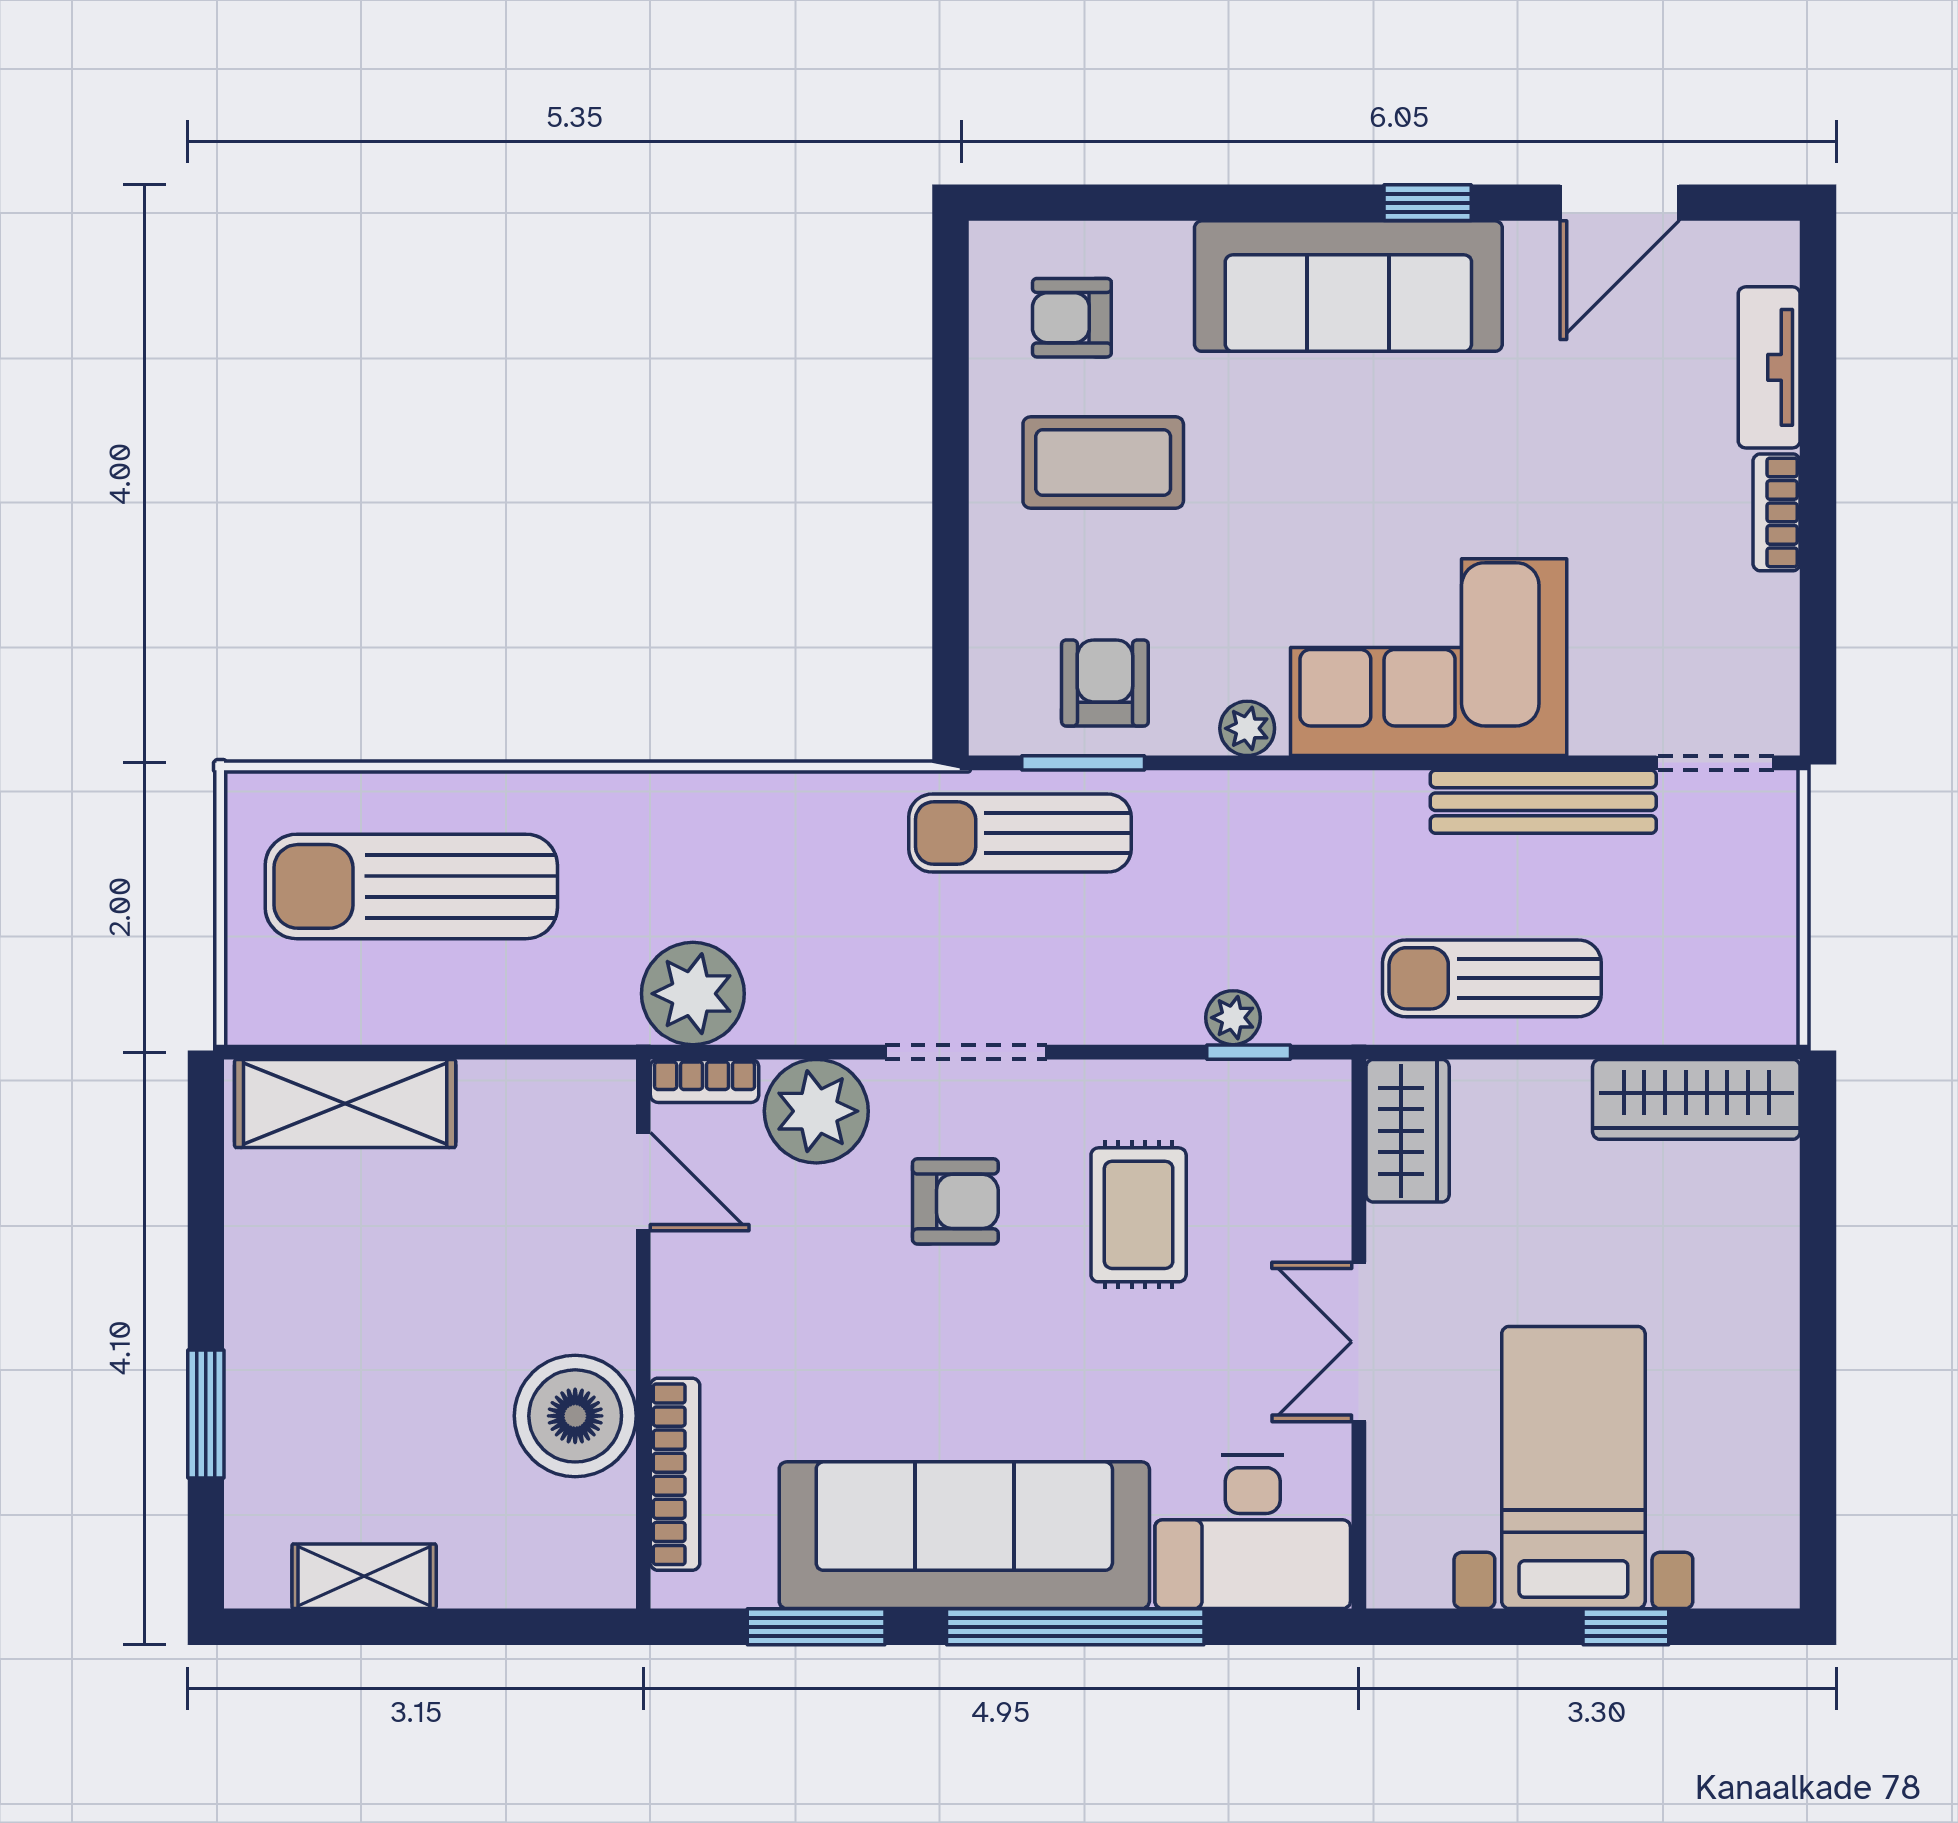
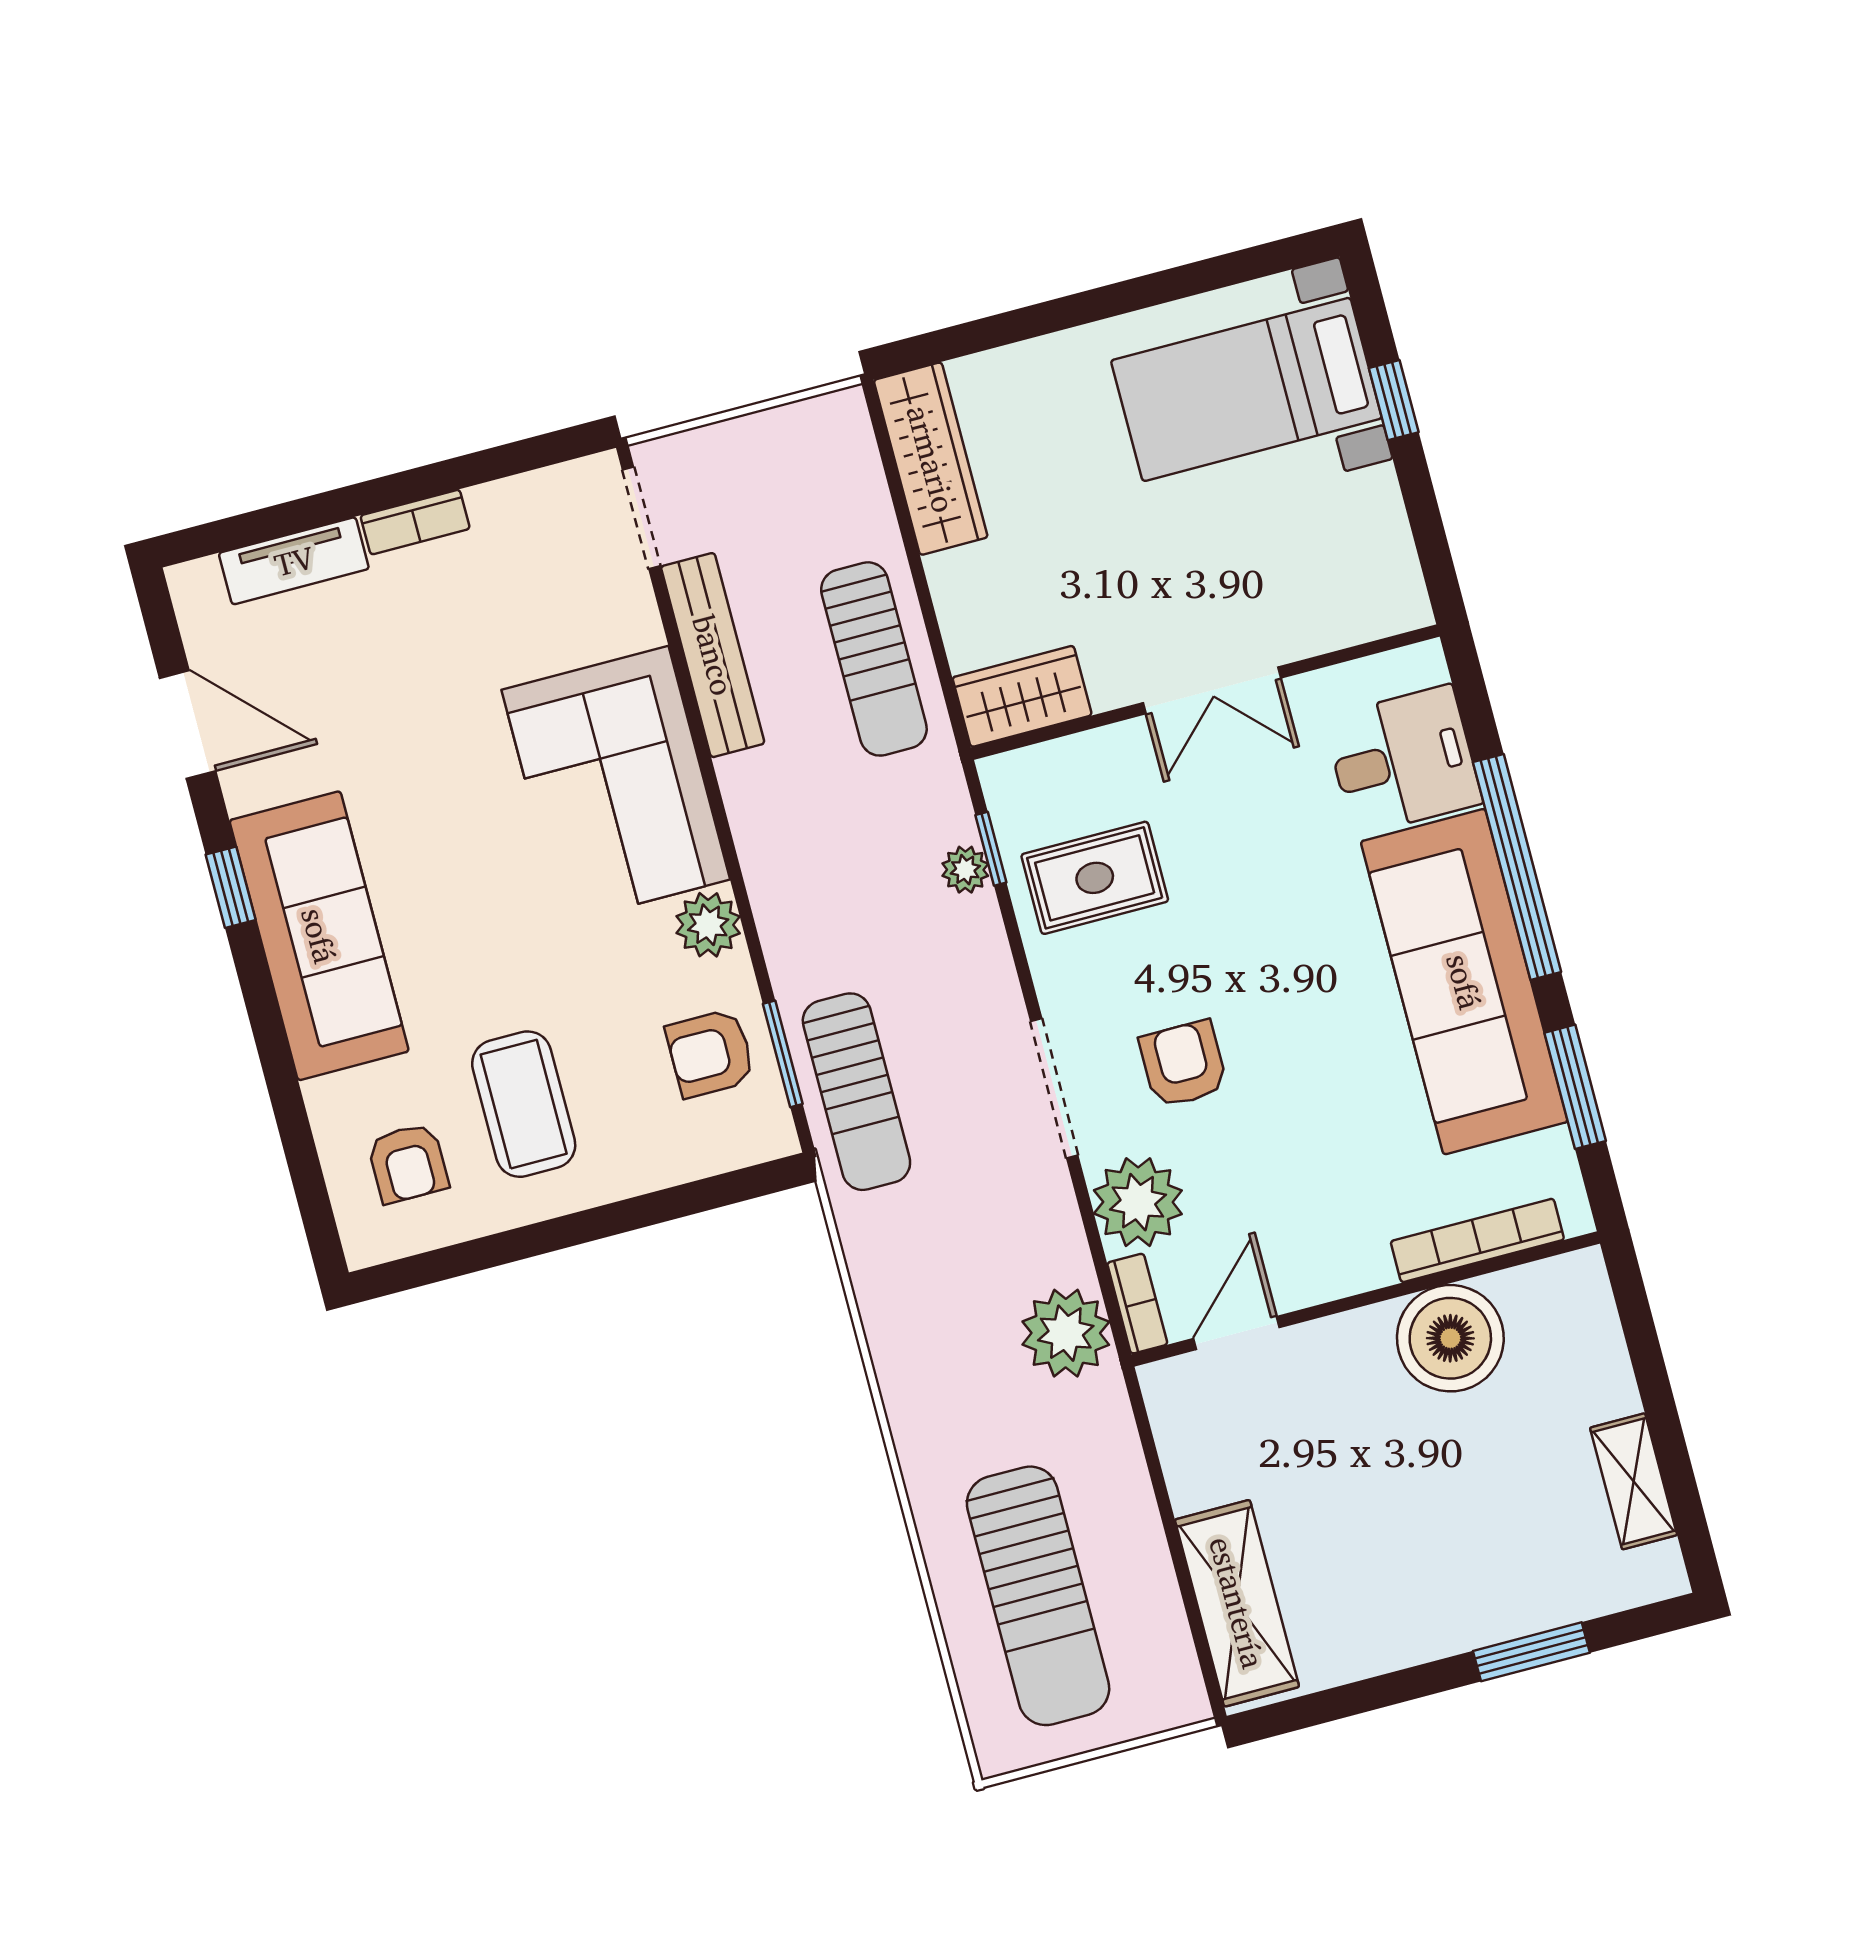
plant: (1247, 728) -> (708, 925), width x1.38, depth x1.38
rug: (1139, 1215) -> (1095, 878), moved
bed with nightstands: (1573, 1467) -> (1246, 389), moved
desk: (1253, 1532) -> (1403, 760), width x0.73

